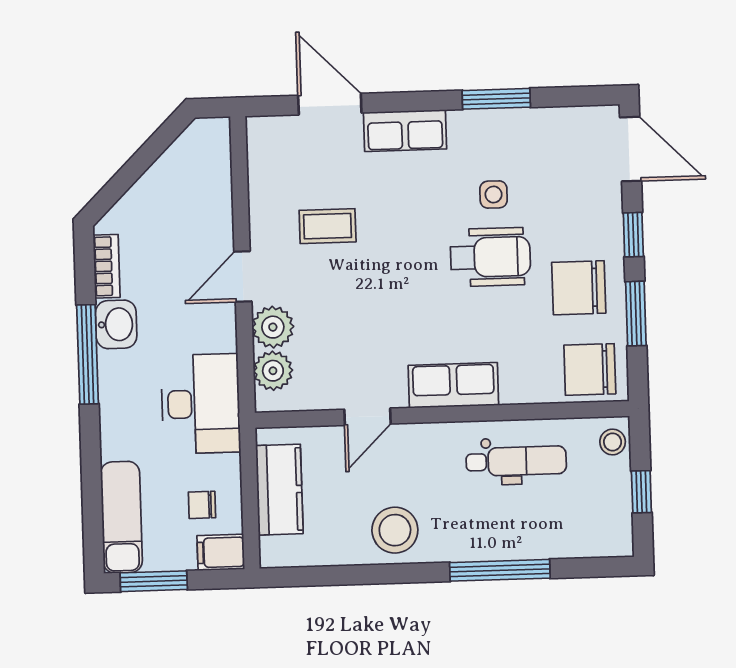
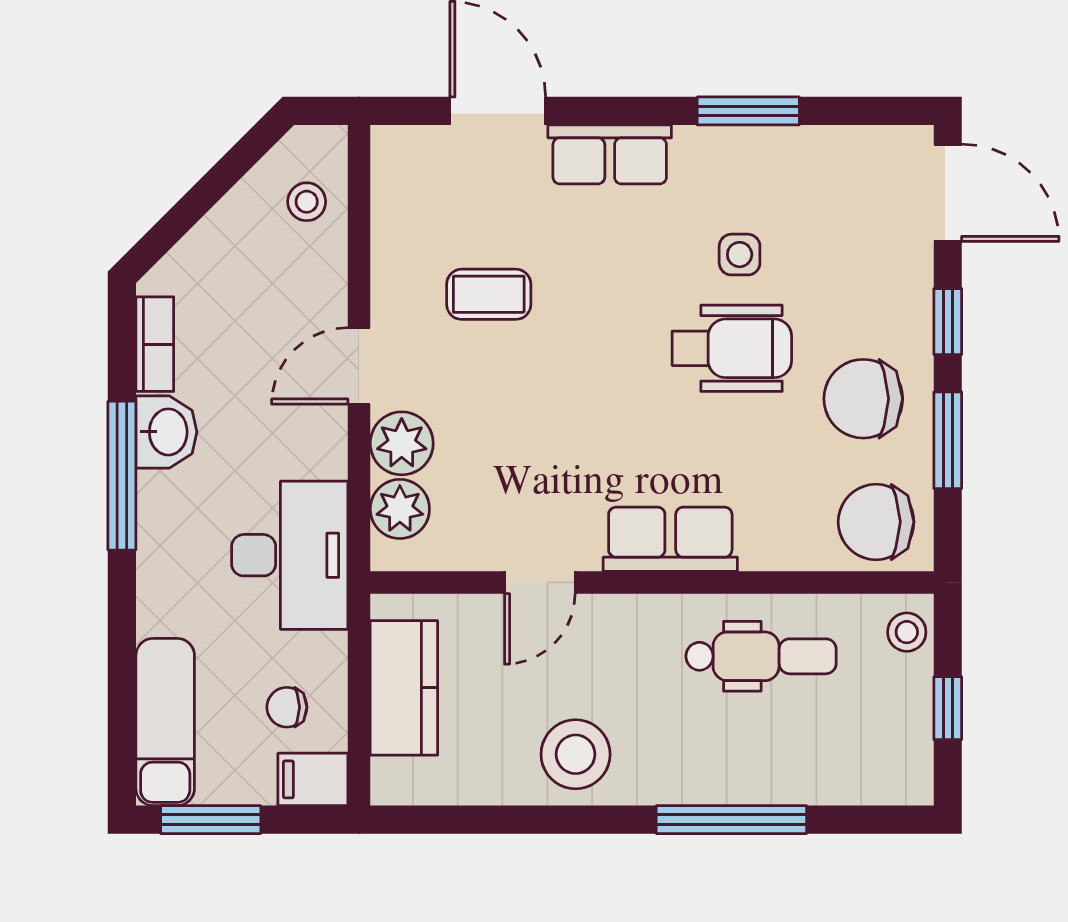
stool: (205, 168) -> (307, 202), added

